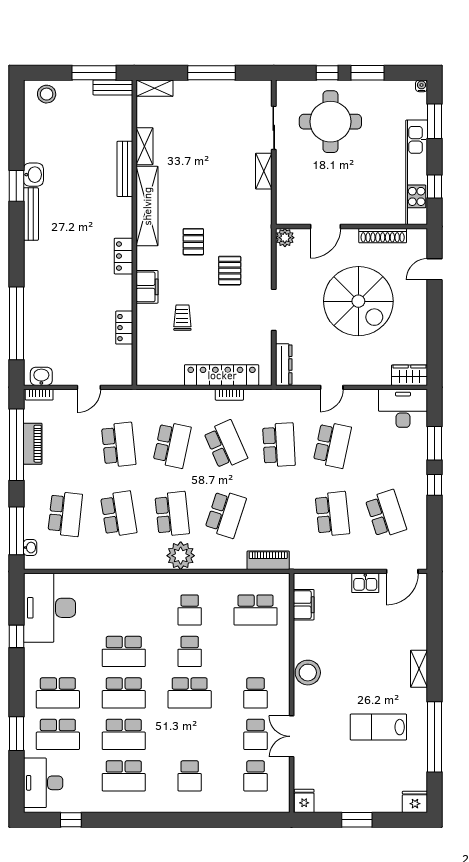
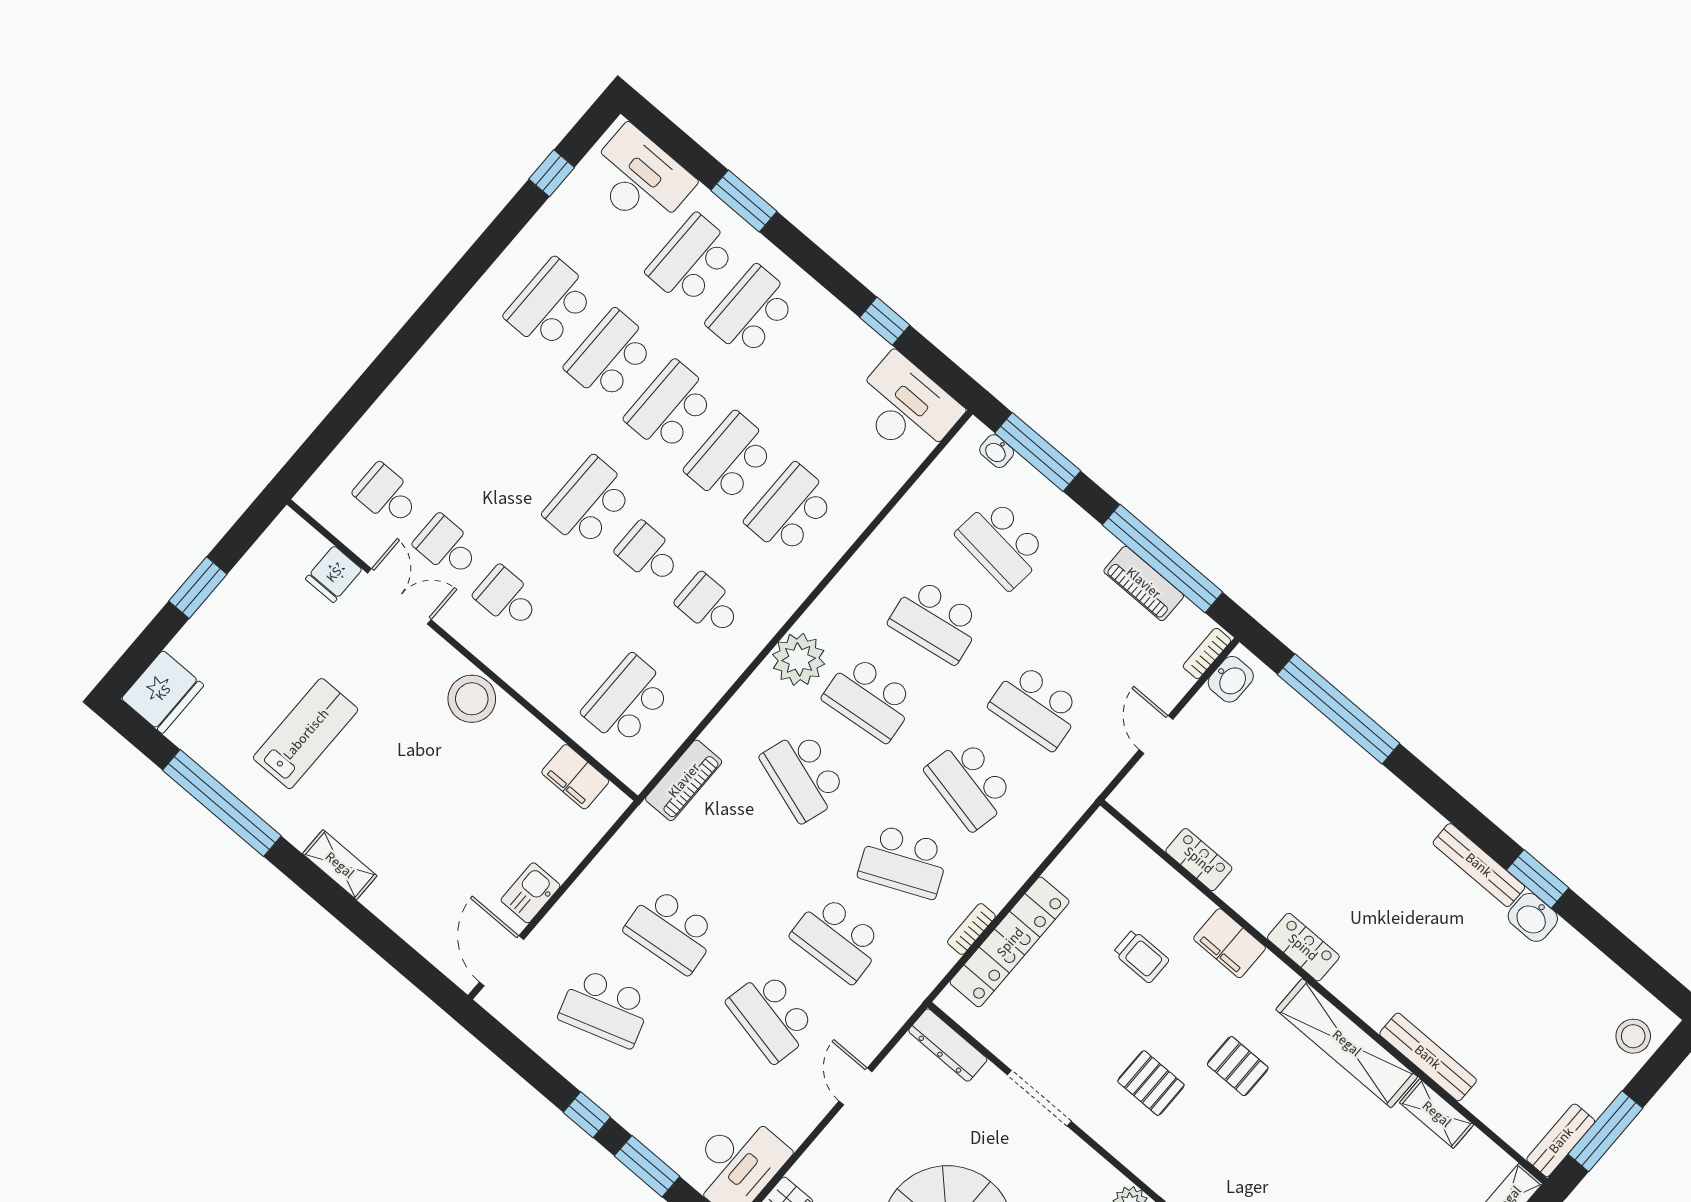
desk: (49, 608) -> (906, 407), width x0.73, depth x0.77
school desk: (190, 776) -> (790, 510), moved, width x1.85
fridge: (304, 801) -> (334, 574), moved, turned 90
fridge: (415, 802) -> (163, 692), width x1.36, depth x1.34

